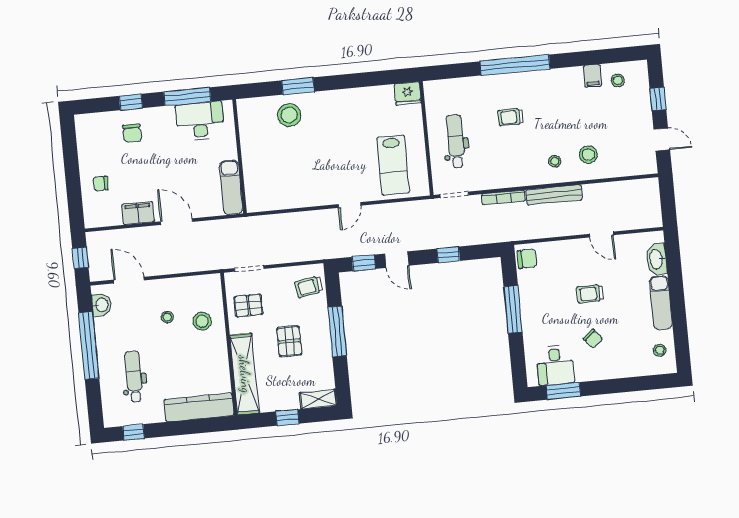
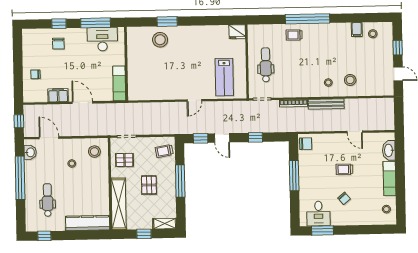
trolley: (510, 117) -> (294, 35), moved
stool: (202, 321) -> (94, 152), moved

